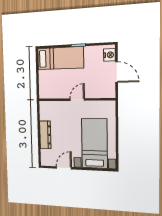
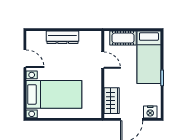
cot: (45, 82) -> (123, 38), added
wardrobe: (99, 91) -> (112, 101), added
door: (77, 100) -> (103, 60), moved

